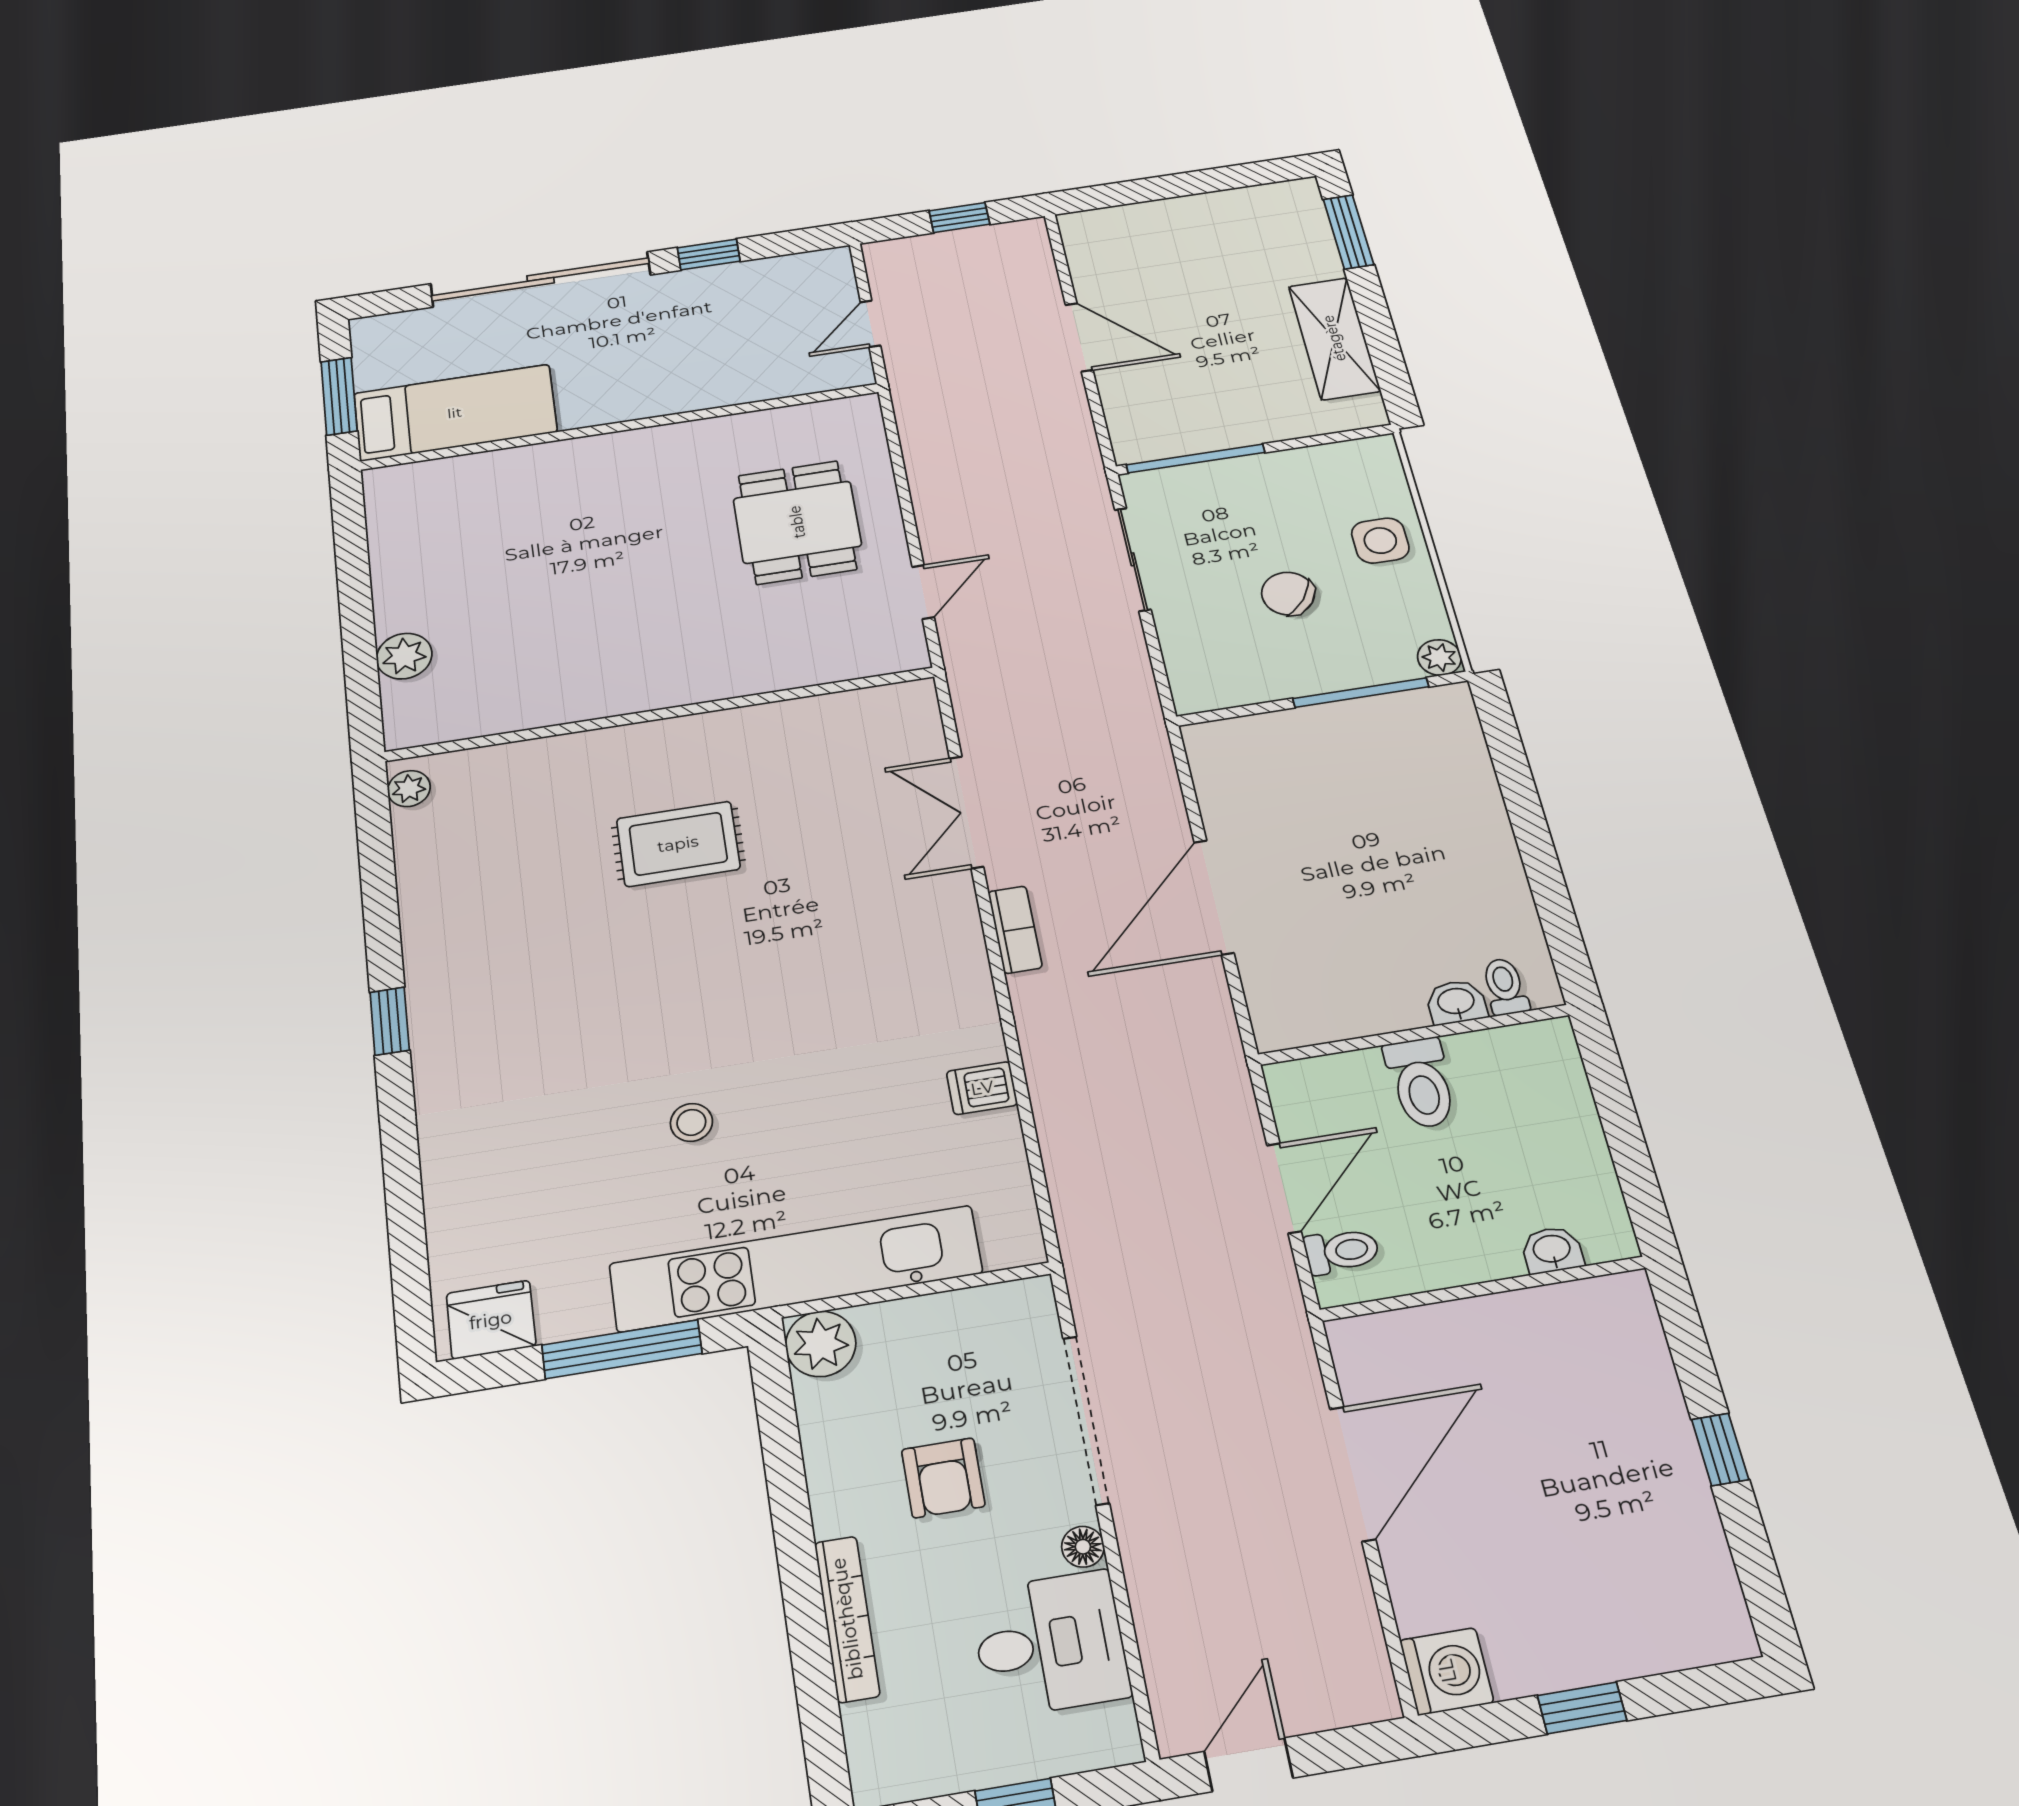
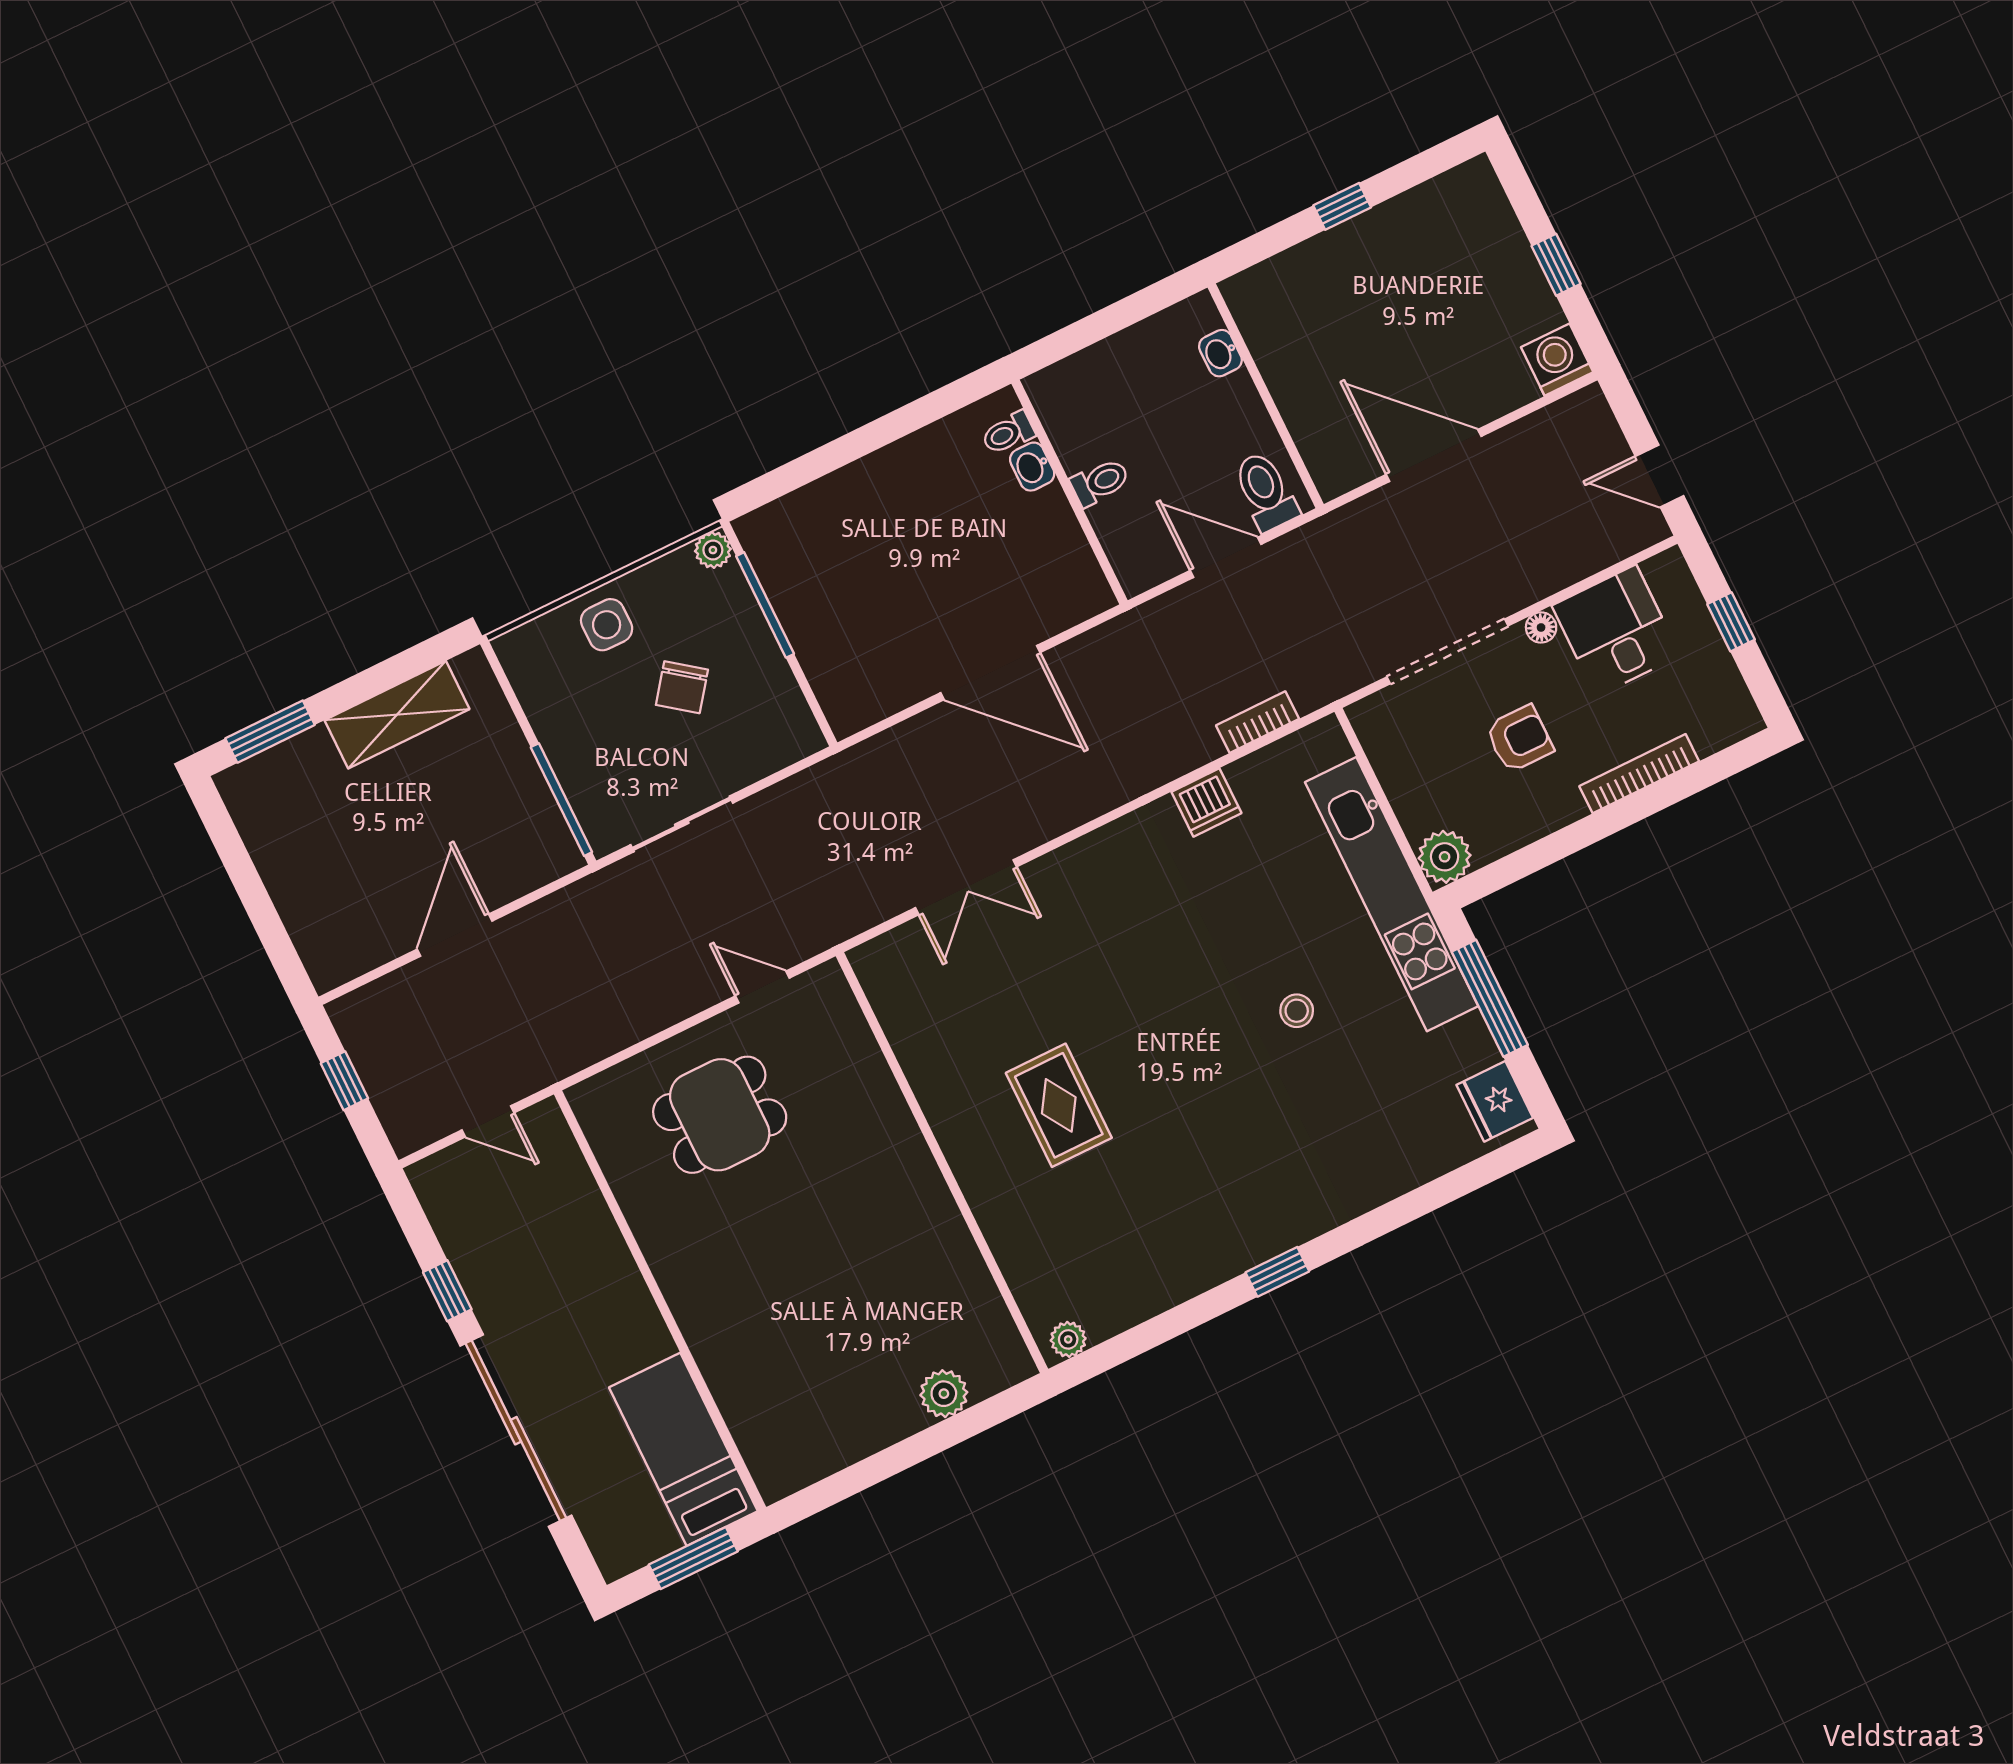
bookcase: (1015, 930) -> (1258, 722), moved
toilet: (1421, 1083) -> (1100, 482), width x0.73, depth x0.72
dishwasher: (982, 1088) -> (1206, 802), width x1.38
toilet: (1342, 1251) -> (1265, 491), width x1.37, depth x1.39

